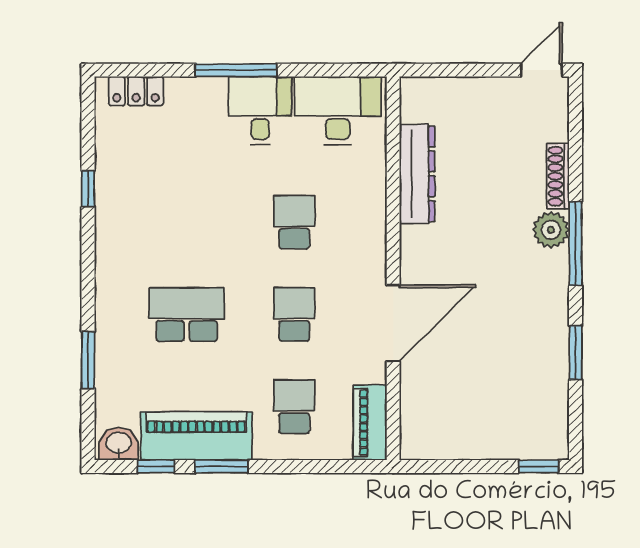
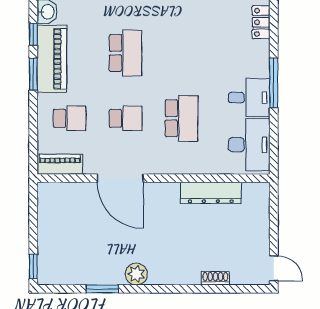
shoe rack: (558, 176) -> (215, 278), width x0.70
school desk: (294, 222) -> (181, 118), width x1.85
plant: (551, 230) -> (136, 274), moved
window: (575, 244) -> (168, 289), removed

